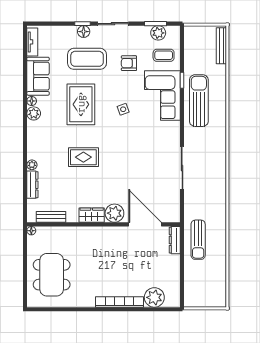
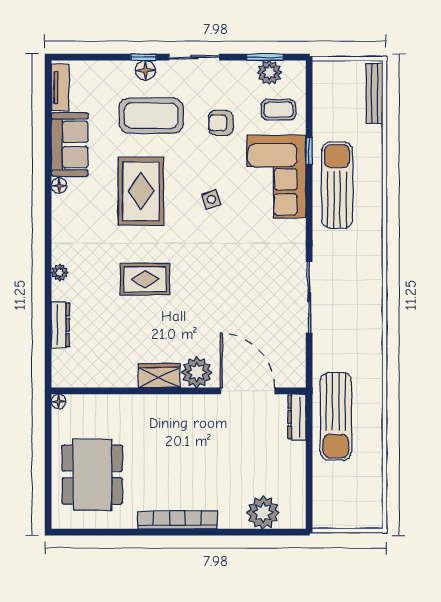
plant: (34, 113) -> (62, 206), removed
plant: (32, 165) -> (60, 273), moved
bench: (51, 217) -> (91, 378), removed
sun lounger: (198, 240) -> (336, 416), width x1.36, depth x1.34
bookcase: (119, 302) -> (177, 520), moved

